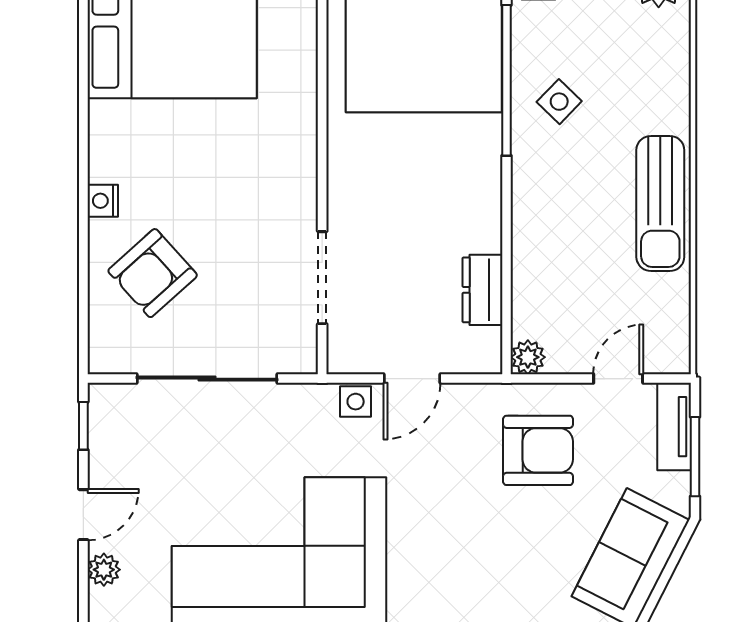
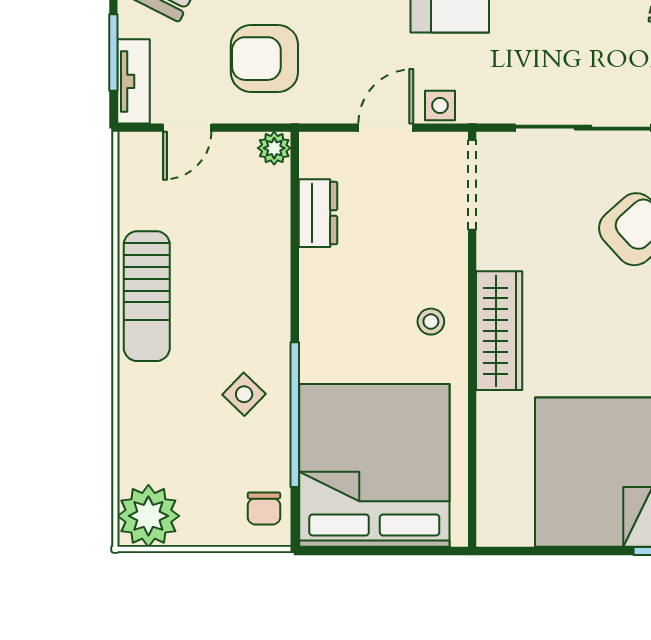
wardrobe: (294, 168) -> (499, 331), added
stool: (365, 177) -> (431, 322), added
sun lounger: (660, 203) -> (147, 296), turned 180
doorway: (322, 278) -> (472, 185), moved

